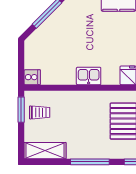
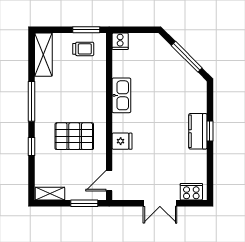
kitchen sink: (89, 76) -> (121, 95), width x1.38
trolley: (40, 112) -> (83, 49), turned -90

